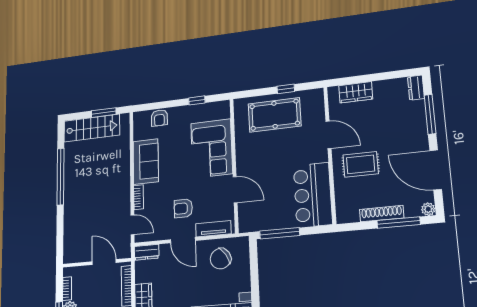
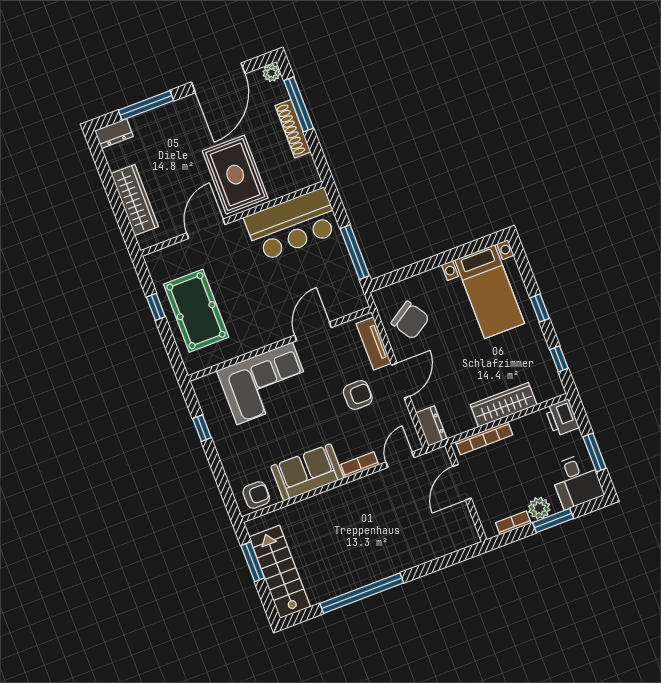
wardrobe: (356, 92) -> (135, 200), width x1.50
armchair: (159, 118) -> (256, 495), moved
rug: (361, 164) -> (235, 175), width x1.36, depth x1.43
armchair: (183, 208) -> (358, 395), turned -90

